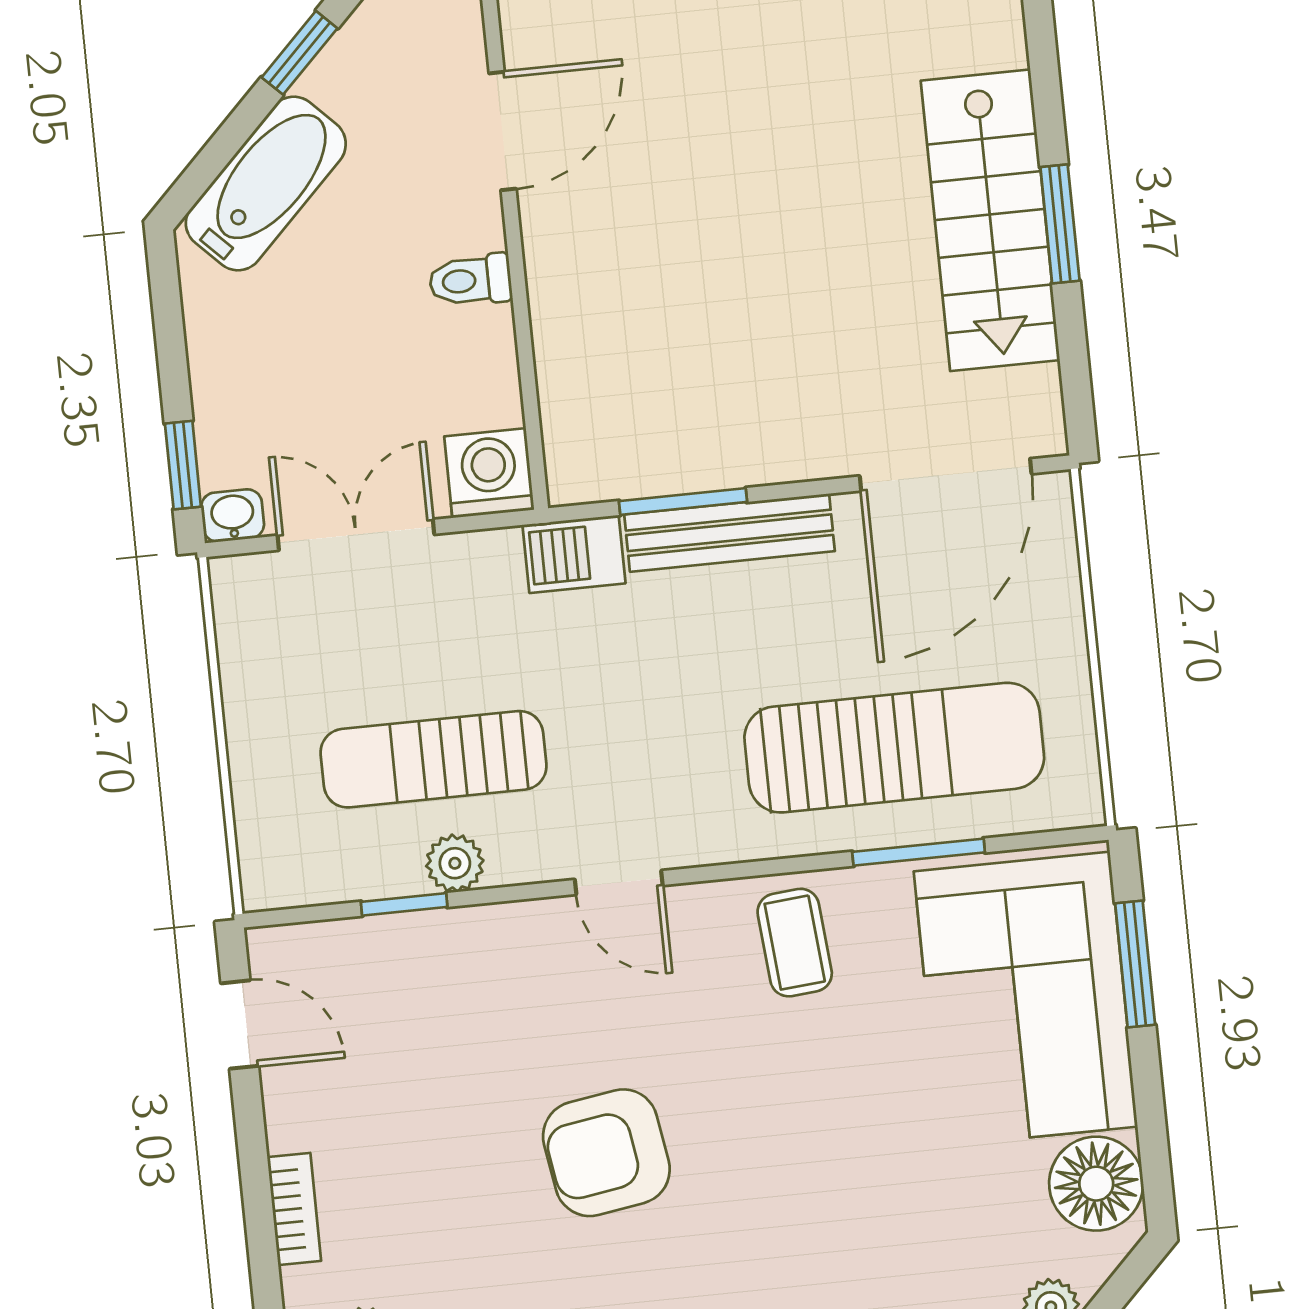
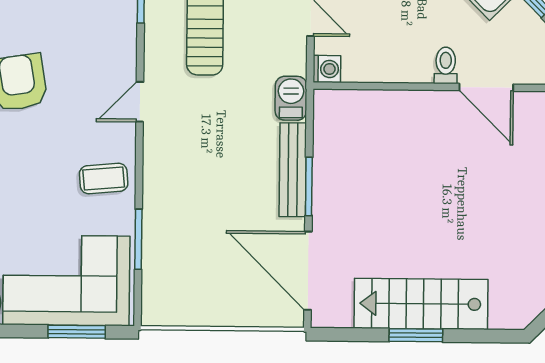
toilet: (470, 280) -> (446, 65), moved
washing machine: (489, 473) -> (327, 69), width x0.73, depth x0.73
window: (683, 502) -> (309, 186), moved
sun lounger: (894, 748) -> (187, 234), removed
plant: (455, 863) -> (157, 29), removed

